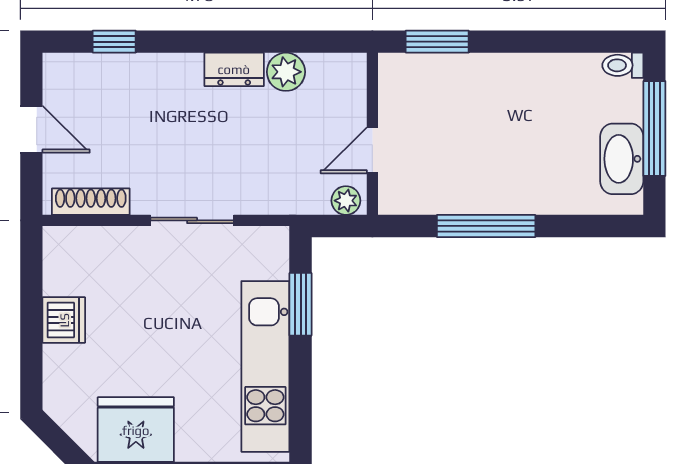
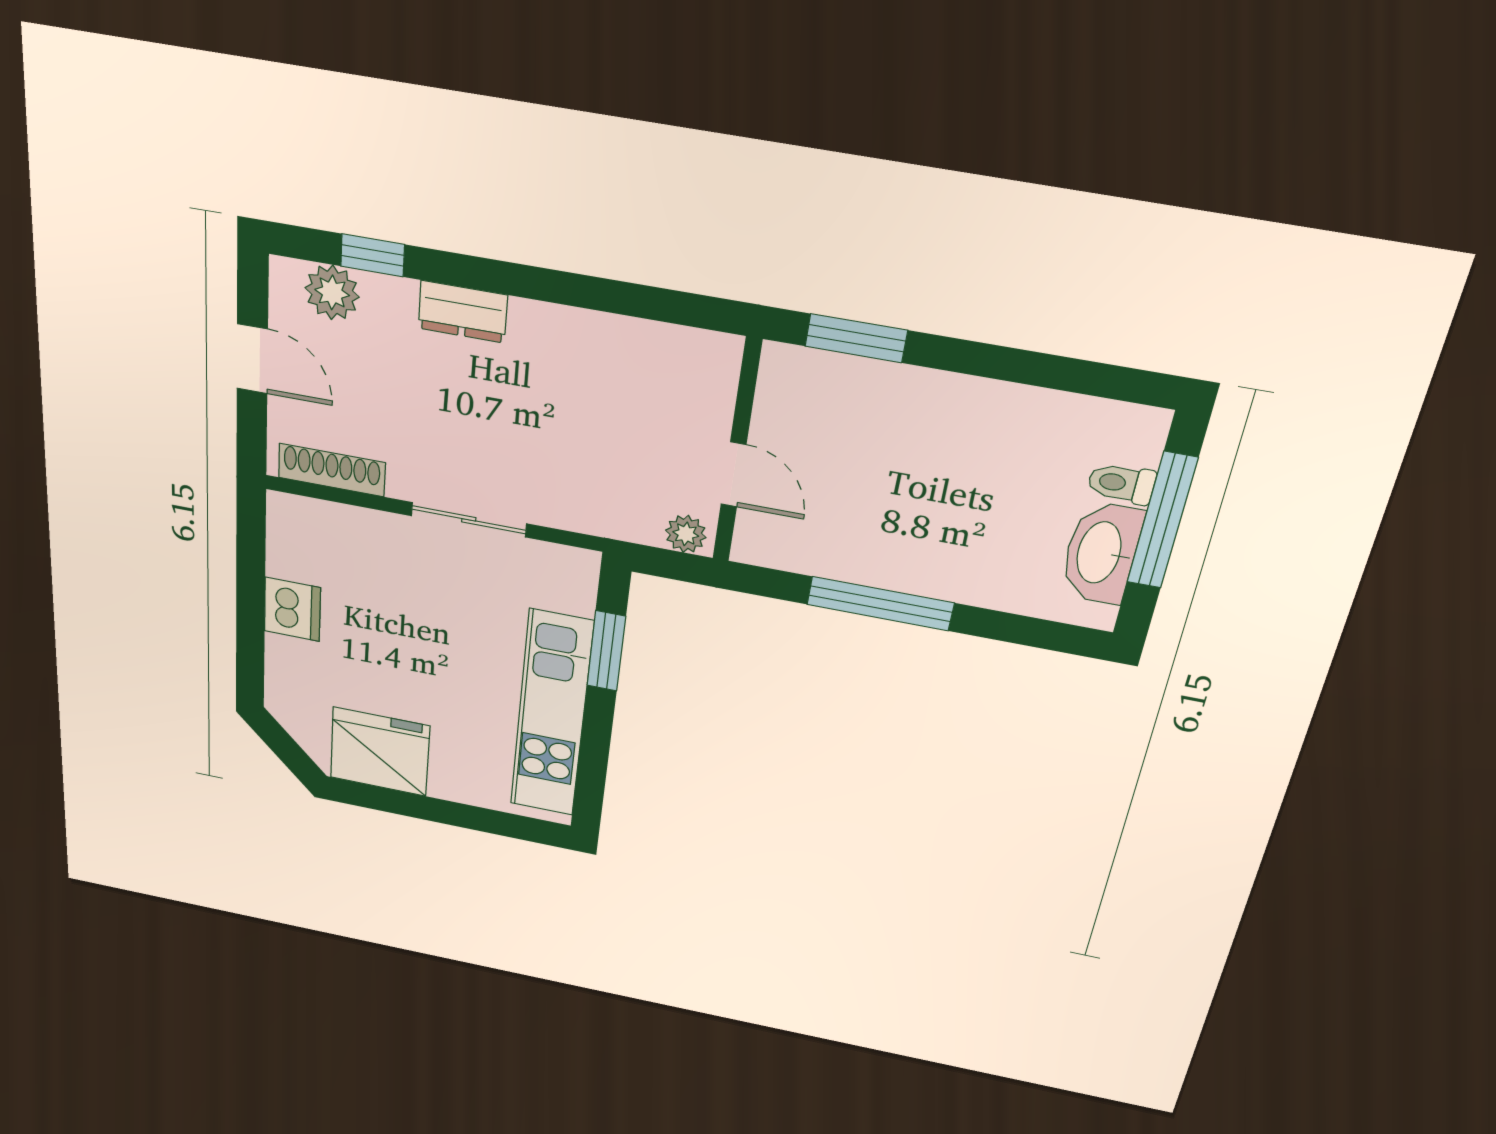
toilet: (623, 65) -> (1121, 483), moved
dresser: (234, 69) -> (463, 312), moved
plant: (286, 72) -> (332, 292), moved
door: (372, 150) -> (734, 475), swing flipped

